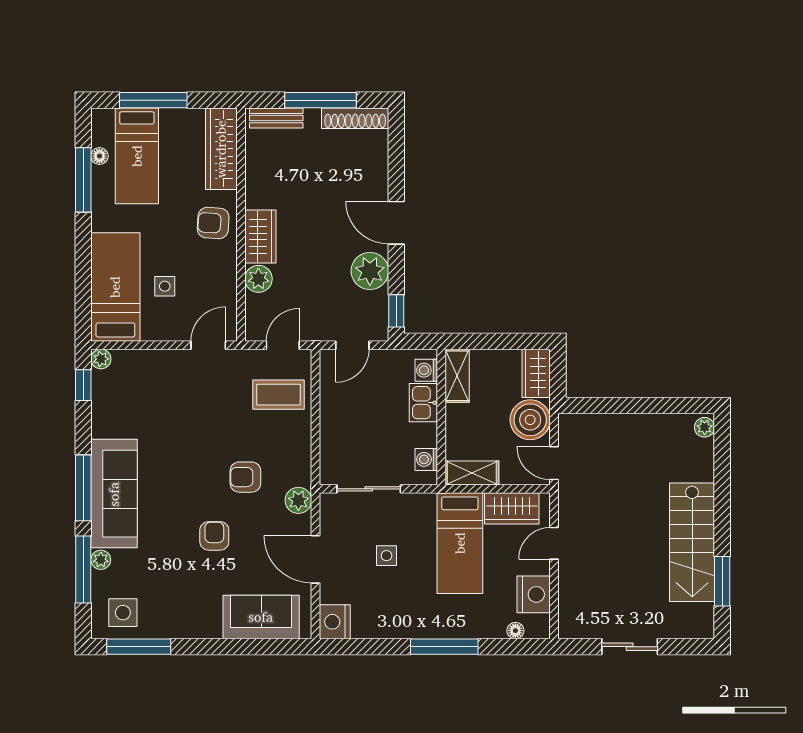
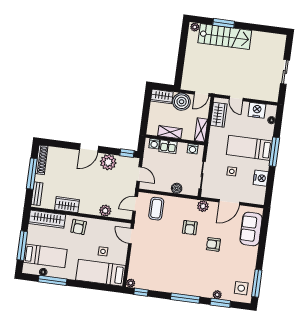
wardrobe: (260, 237) -> (67, 205), moved
door: (283, 345) -> (135, 204), hinge flipped
shelving: (457, 376) -> (170, 132), moved
boiler: (331, 435) -> (177, 188), added
sofa: (114, 494) -> (189, 285), removed
stairs: (692, 542) -> (225, 37), moved
bed: (460, 543) -> (249, 148), moved, turned 180
window: (83, 569) -> (220, 303), width x0.69
window: (722, 581) -> (224, 23), moved
nightstand: (335, 622) -> (261, 178), moved, turned -90

